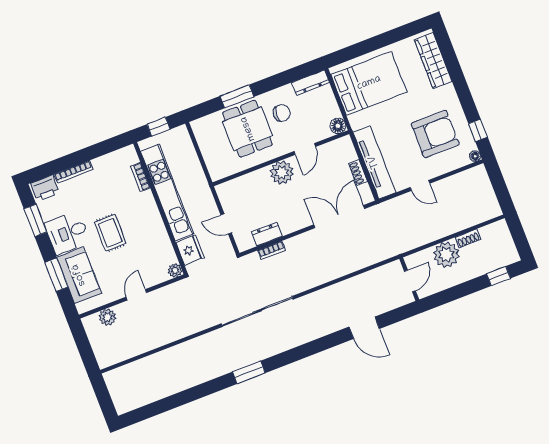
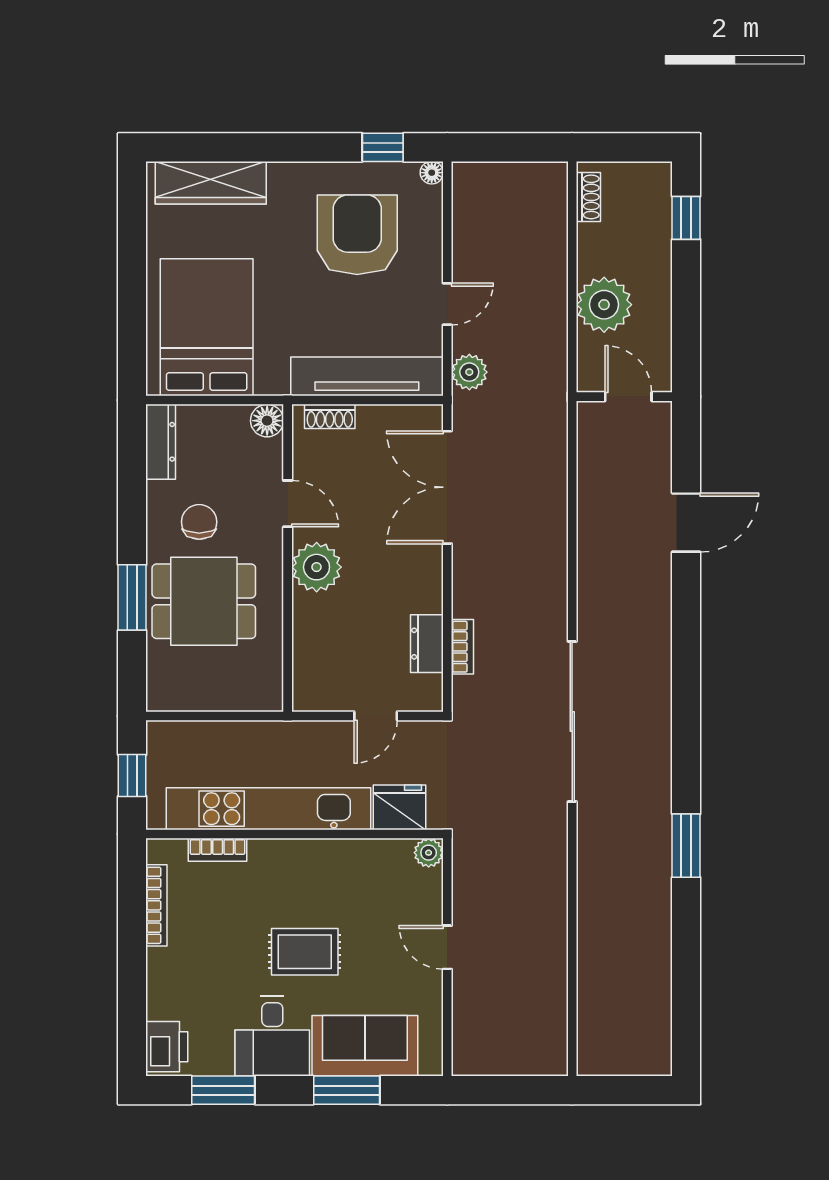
bookcase: (73, 172) -> (156, 905), moved
shoe rack: (358, 173) -> (330, 416), moved
shoe rack: (468, 238) -> (588, 197), moved
plant: (107, 317) -> (469, 372), moved
window: (249, 372) -> (686, 846), moved

